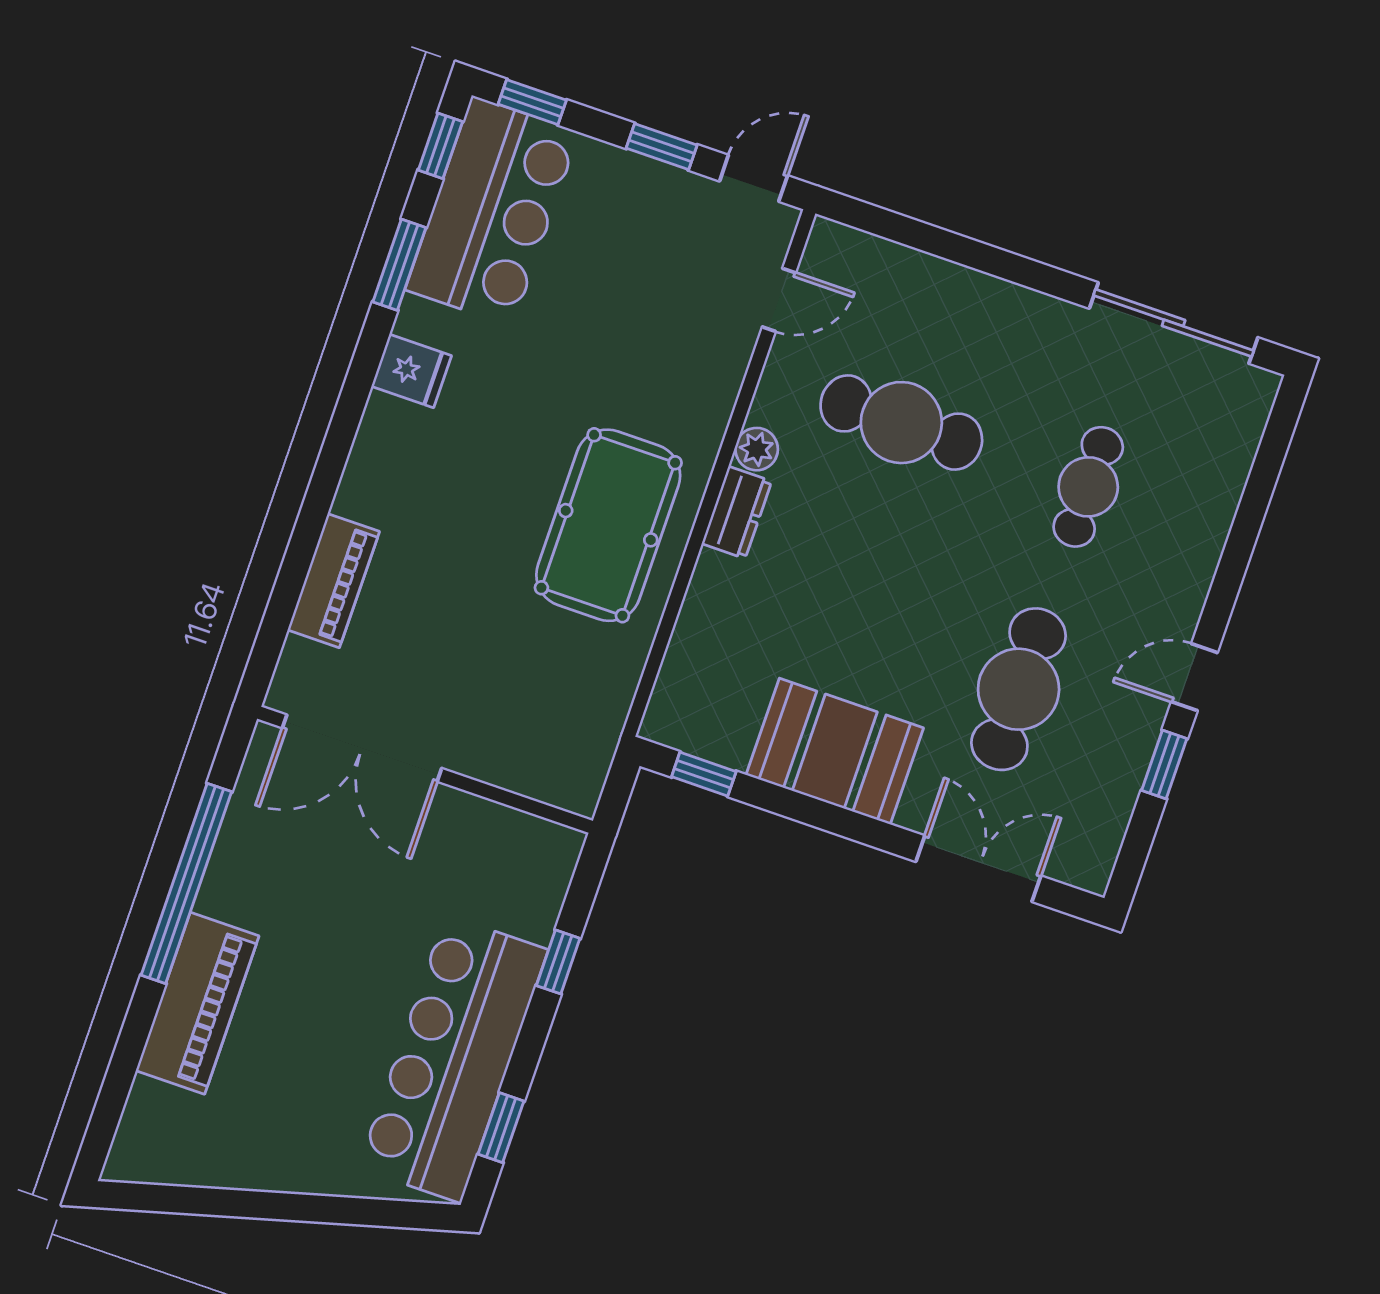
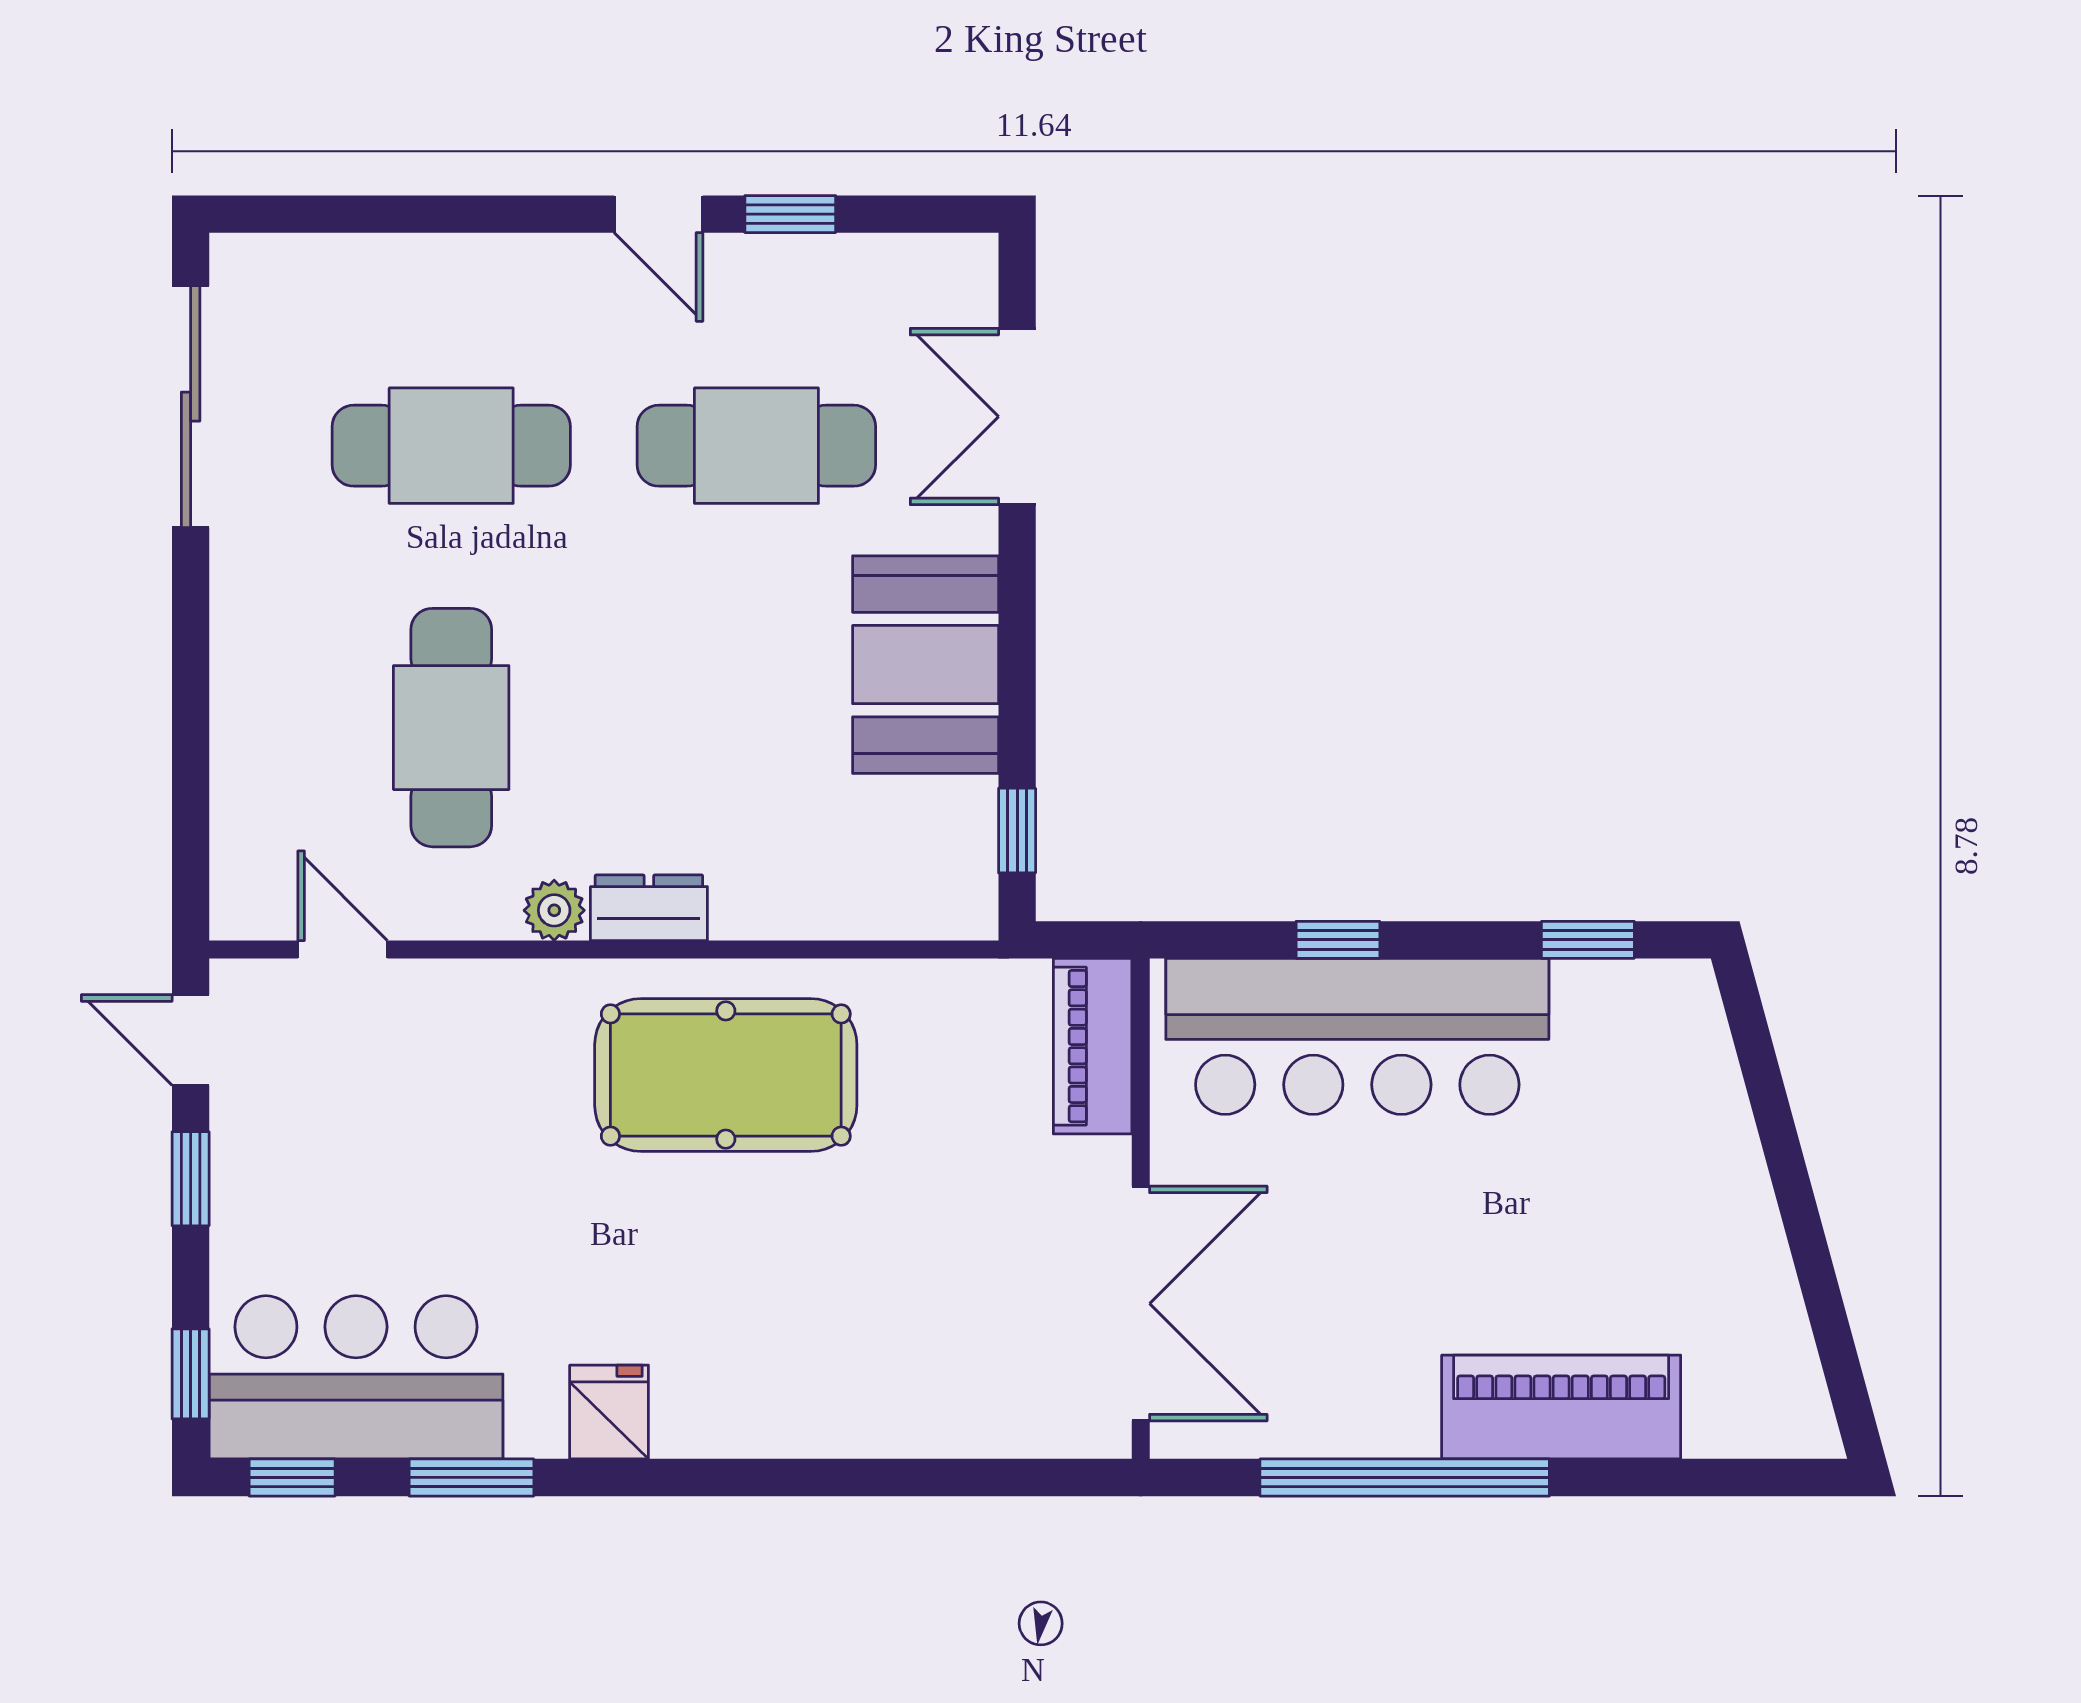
cafe table: (1088, 487) -> (451, 446), width x1.37, depth x1.35
piano: (333, 581) -> (1093, 1046), moved, turned -90
bar counter: (453, 1059) -> (1357, 1036), moved

